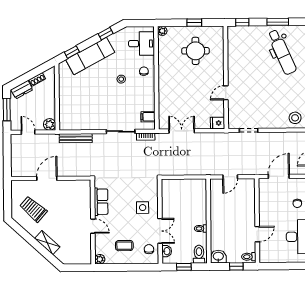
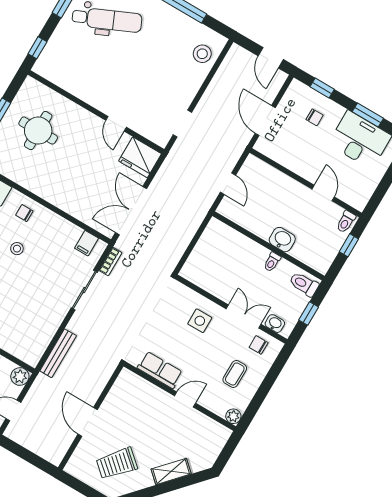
fridge: (217, 123) -> (140, 157), width x1.88, depth x1.34
double door: (182, 131) -> (131, 211), width x1.37
washbasin: (218, 257) -> (282, 240), moved, turned 90

